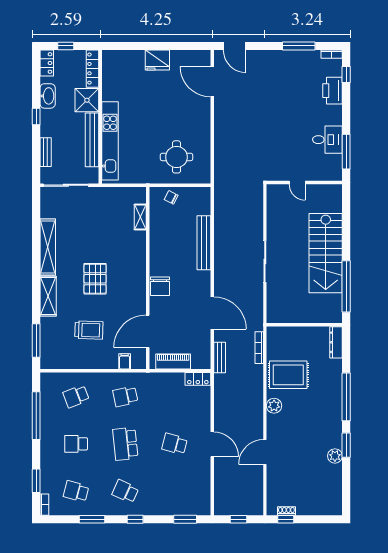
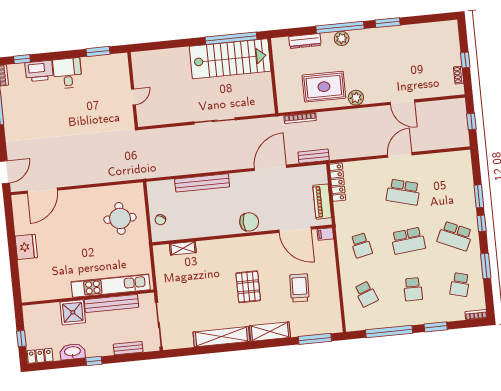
locker: (93, 69) -> (41, 310), removed
desk: (327, 140) -> (68, 73), moved
window: (346, 152) -> (98, 52), width x0.69
stairs: (326, 253) -> (230, 59), moved
pallet: (95, 279) -> (248, 287), turned 90
dresser: (336, 342) -> (305, 41), moved
filing cabinet: (125, 361) -> (325, 234), moved
rug: (288, 375) -> (324, 87), turned 90
locker: (198, 379) -> (338, 182), width x1.53
school desk: (175, 444) -> (403, 192), width x1.85
plant: (335, 456) -> (342, 38), moved
window: (36, 481) -> (436, 327), moved
school desk: (125, 491) -> (455, 236), width x1.85
window: (185, 519) -> (479, 196), moved
window: (286, 519) -> (465, 60), moved

